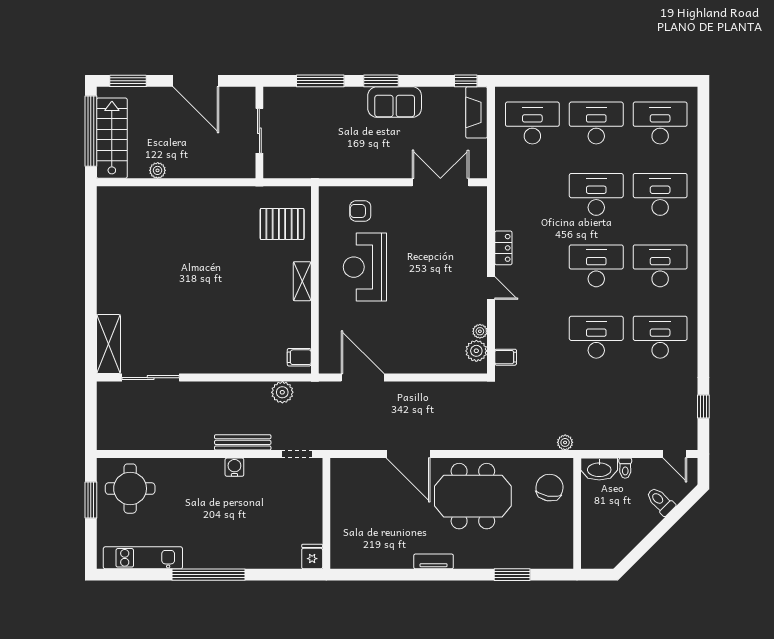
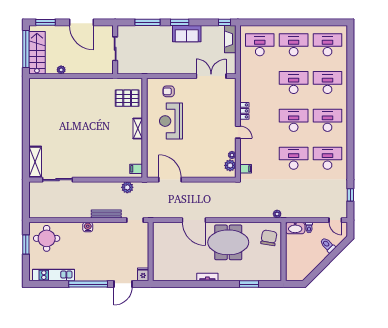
water cooler: (234, 467) -> (88, 227), moved
door: (274, 575) -> (123, 284), added

